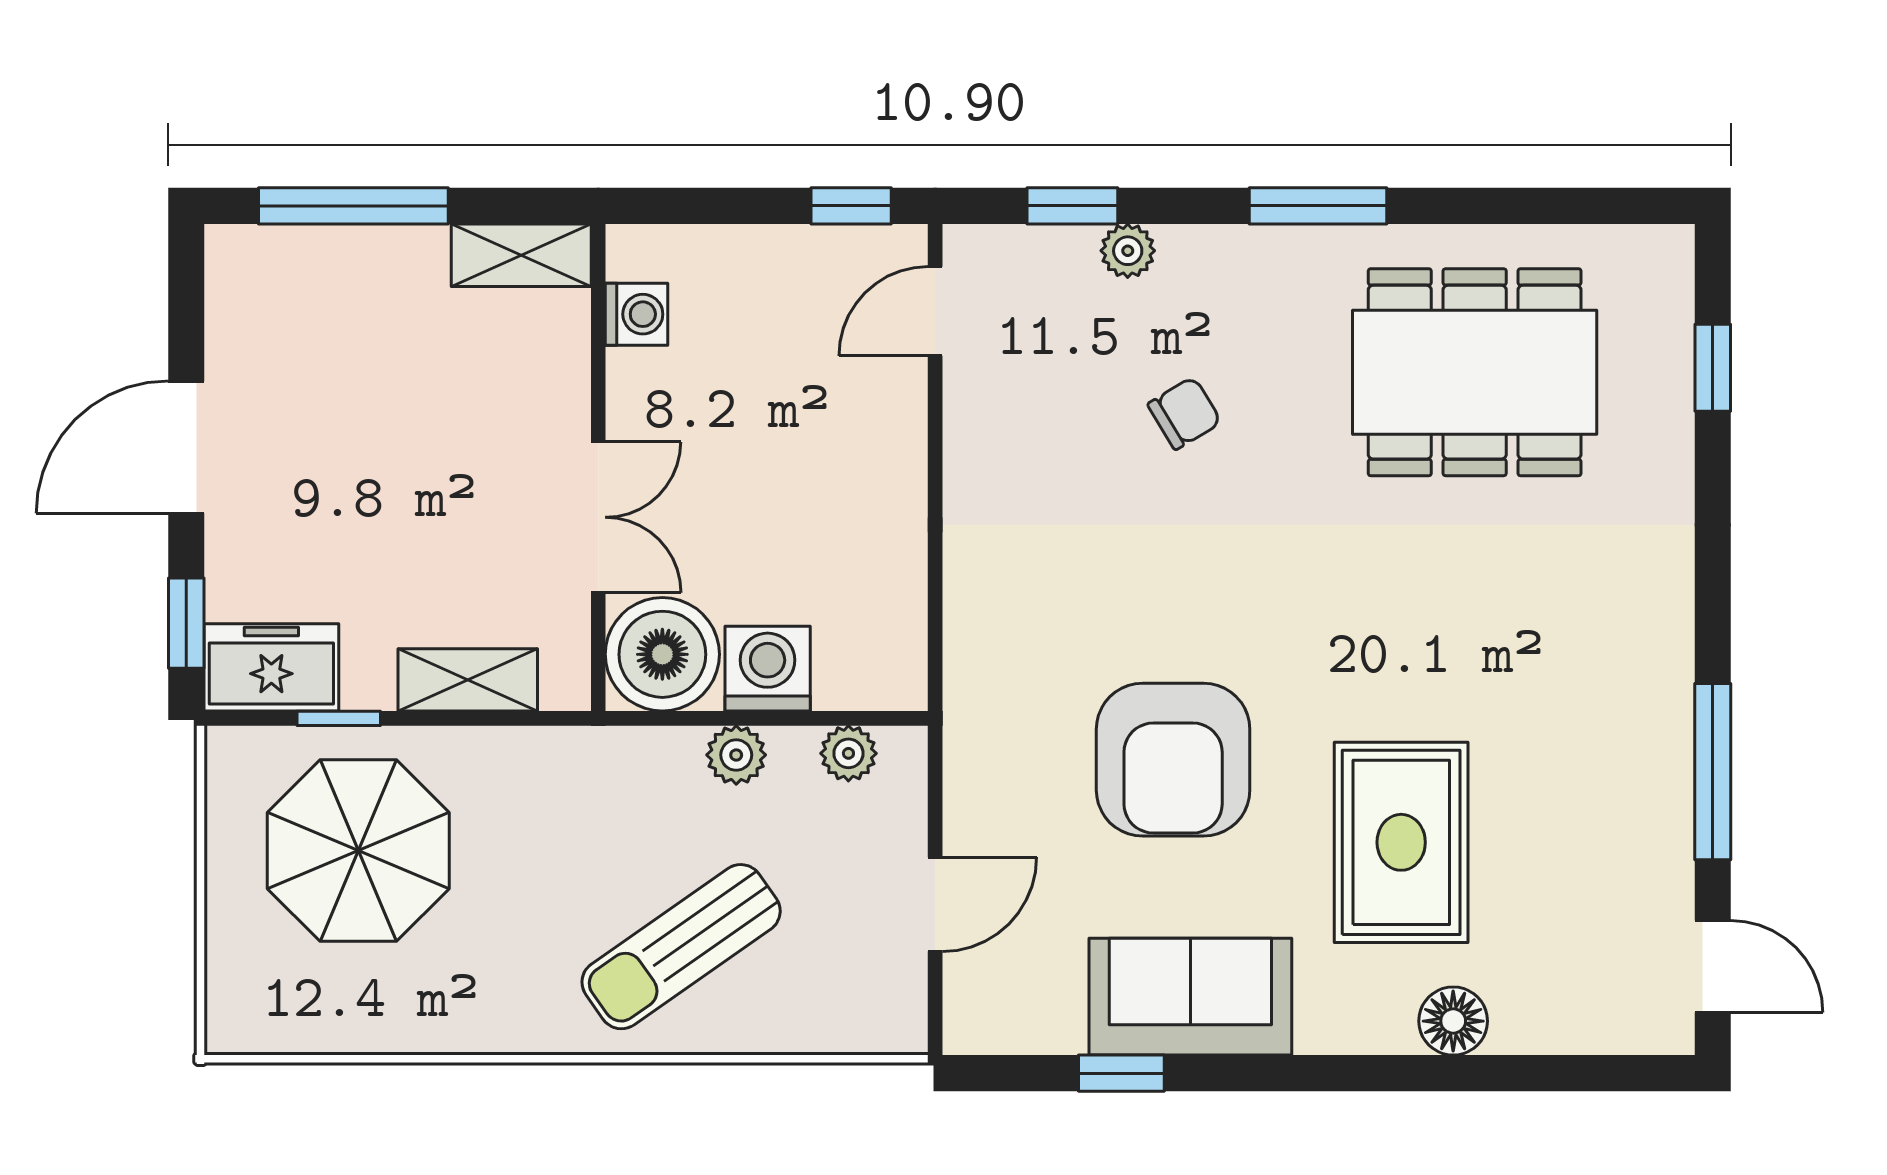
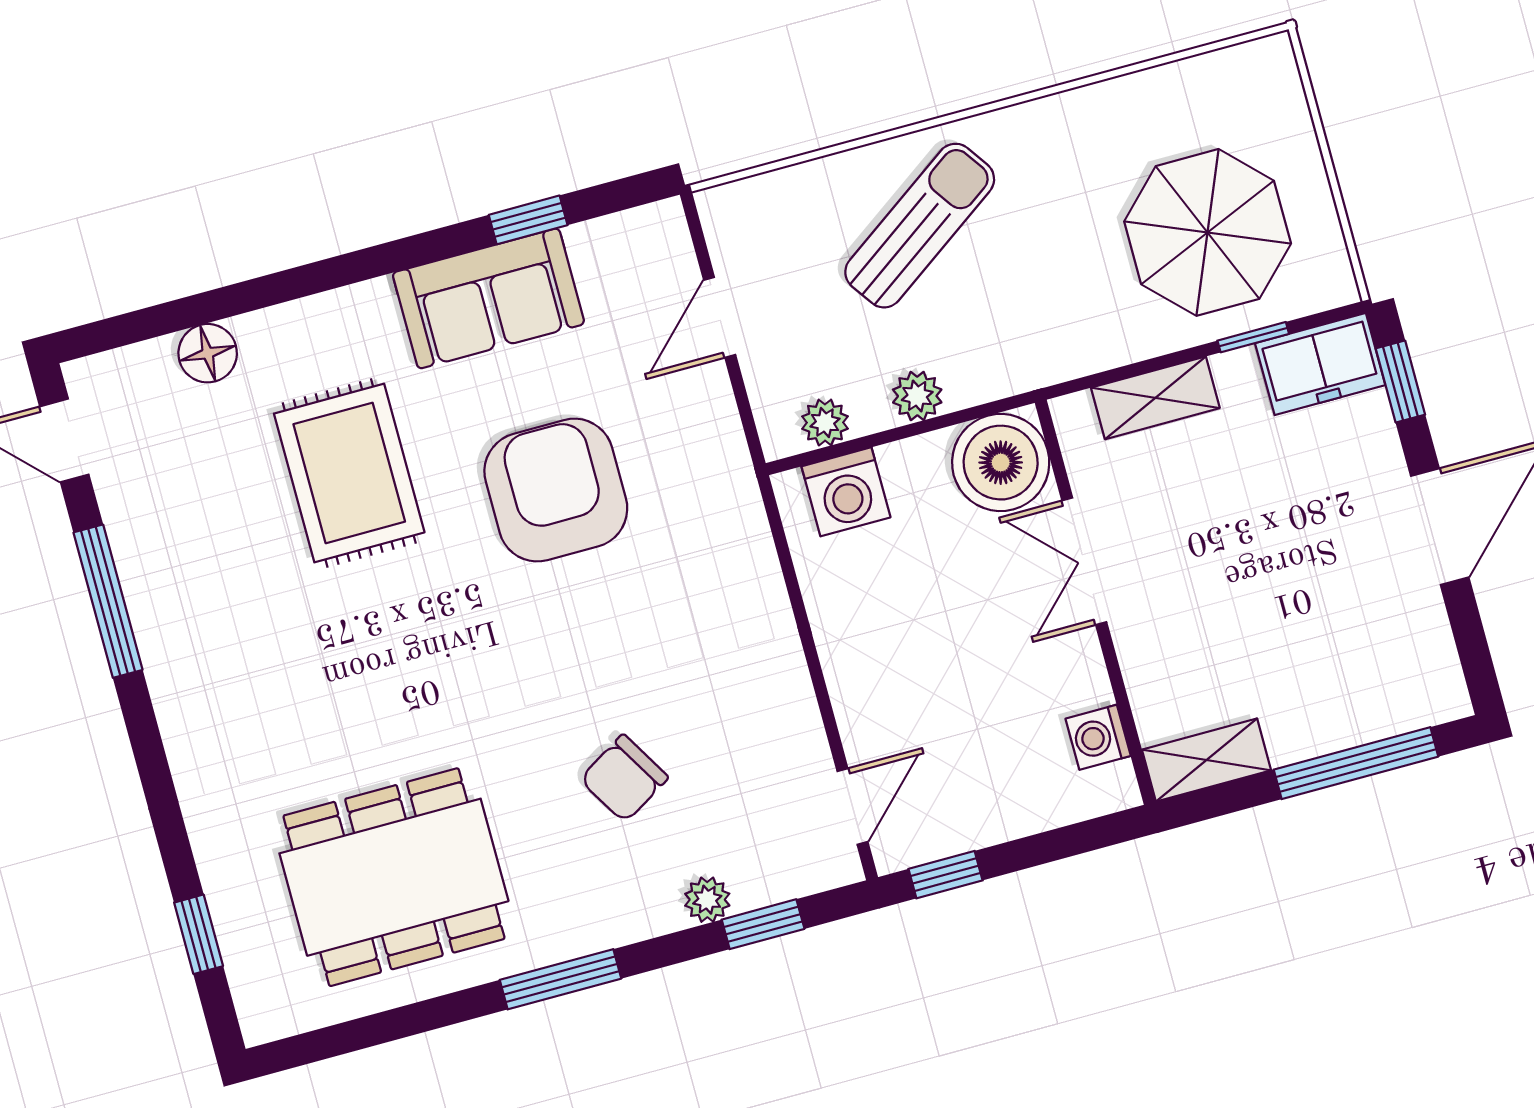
chair: (1185, 413) -> (624, 778), width x1.37, depth x1.37
washing machine: (768, 669) -> (846, 492), moved
floor lamp: (1453, 1021) -> (208, 353), moved

